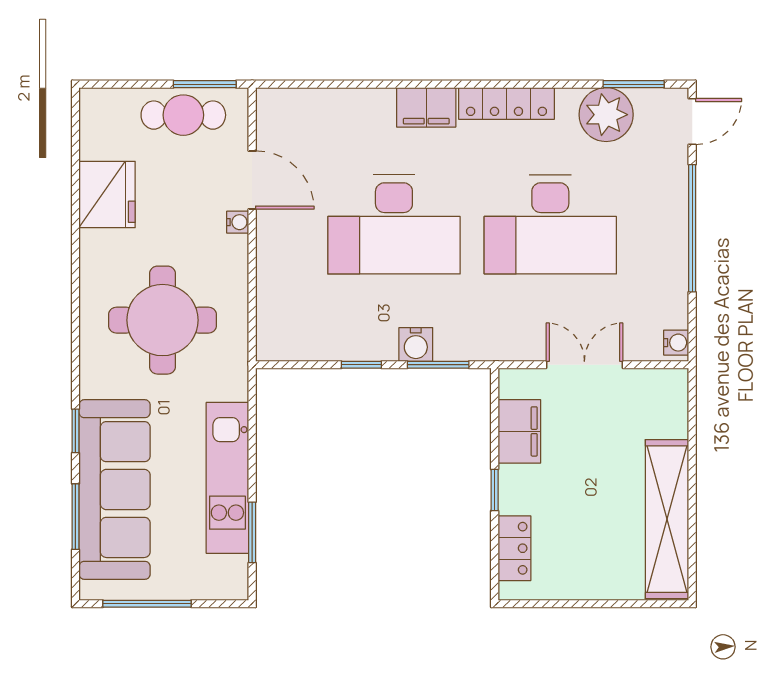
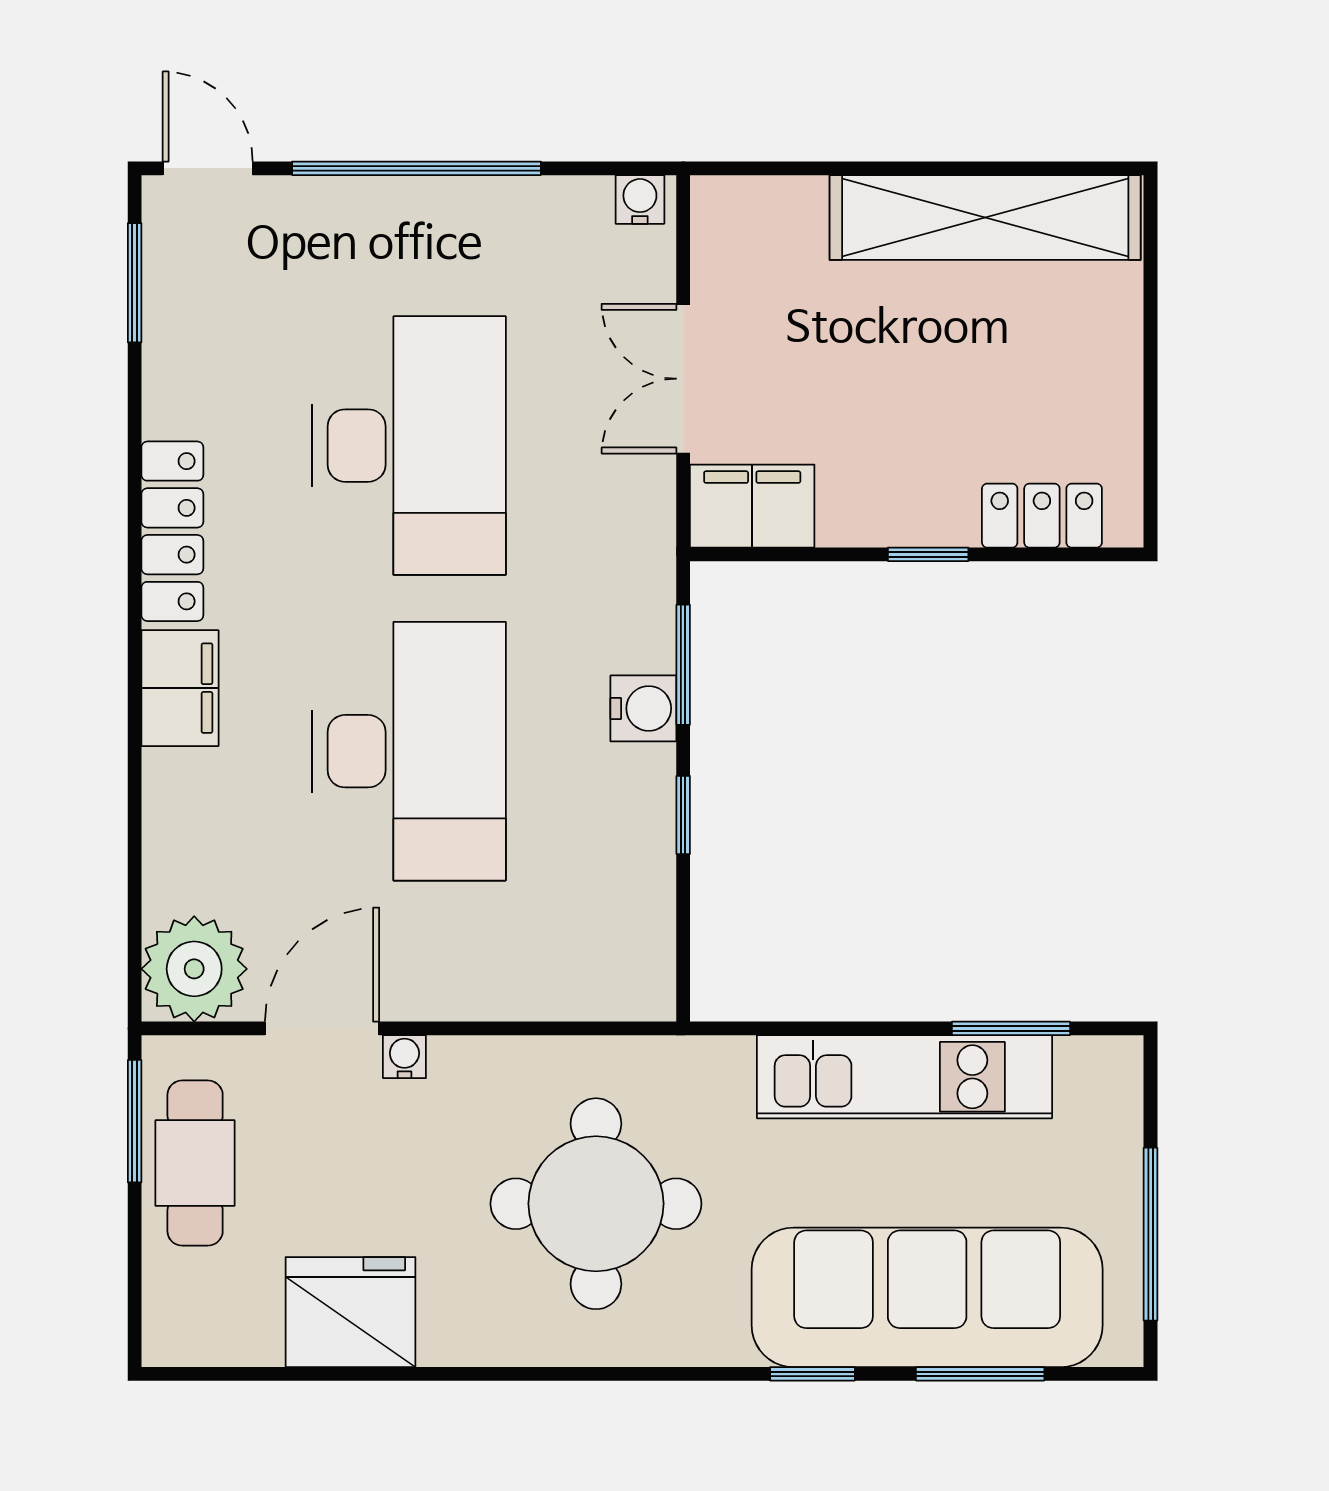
plant: (606, 115) -> (194, 969), moved
filing cabinet: (519, 431) -> (752, 506), moved

